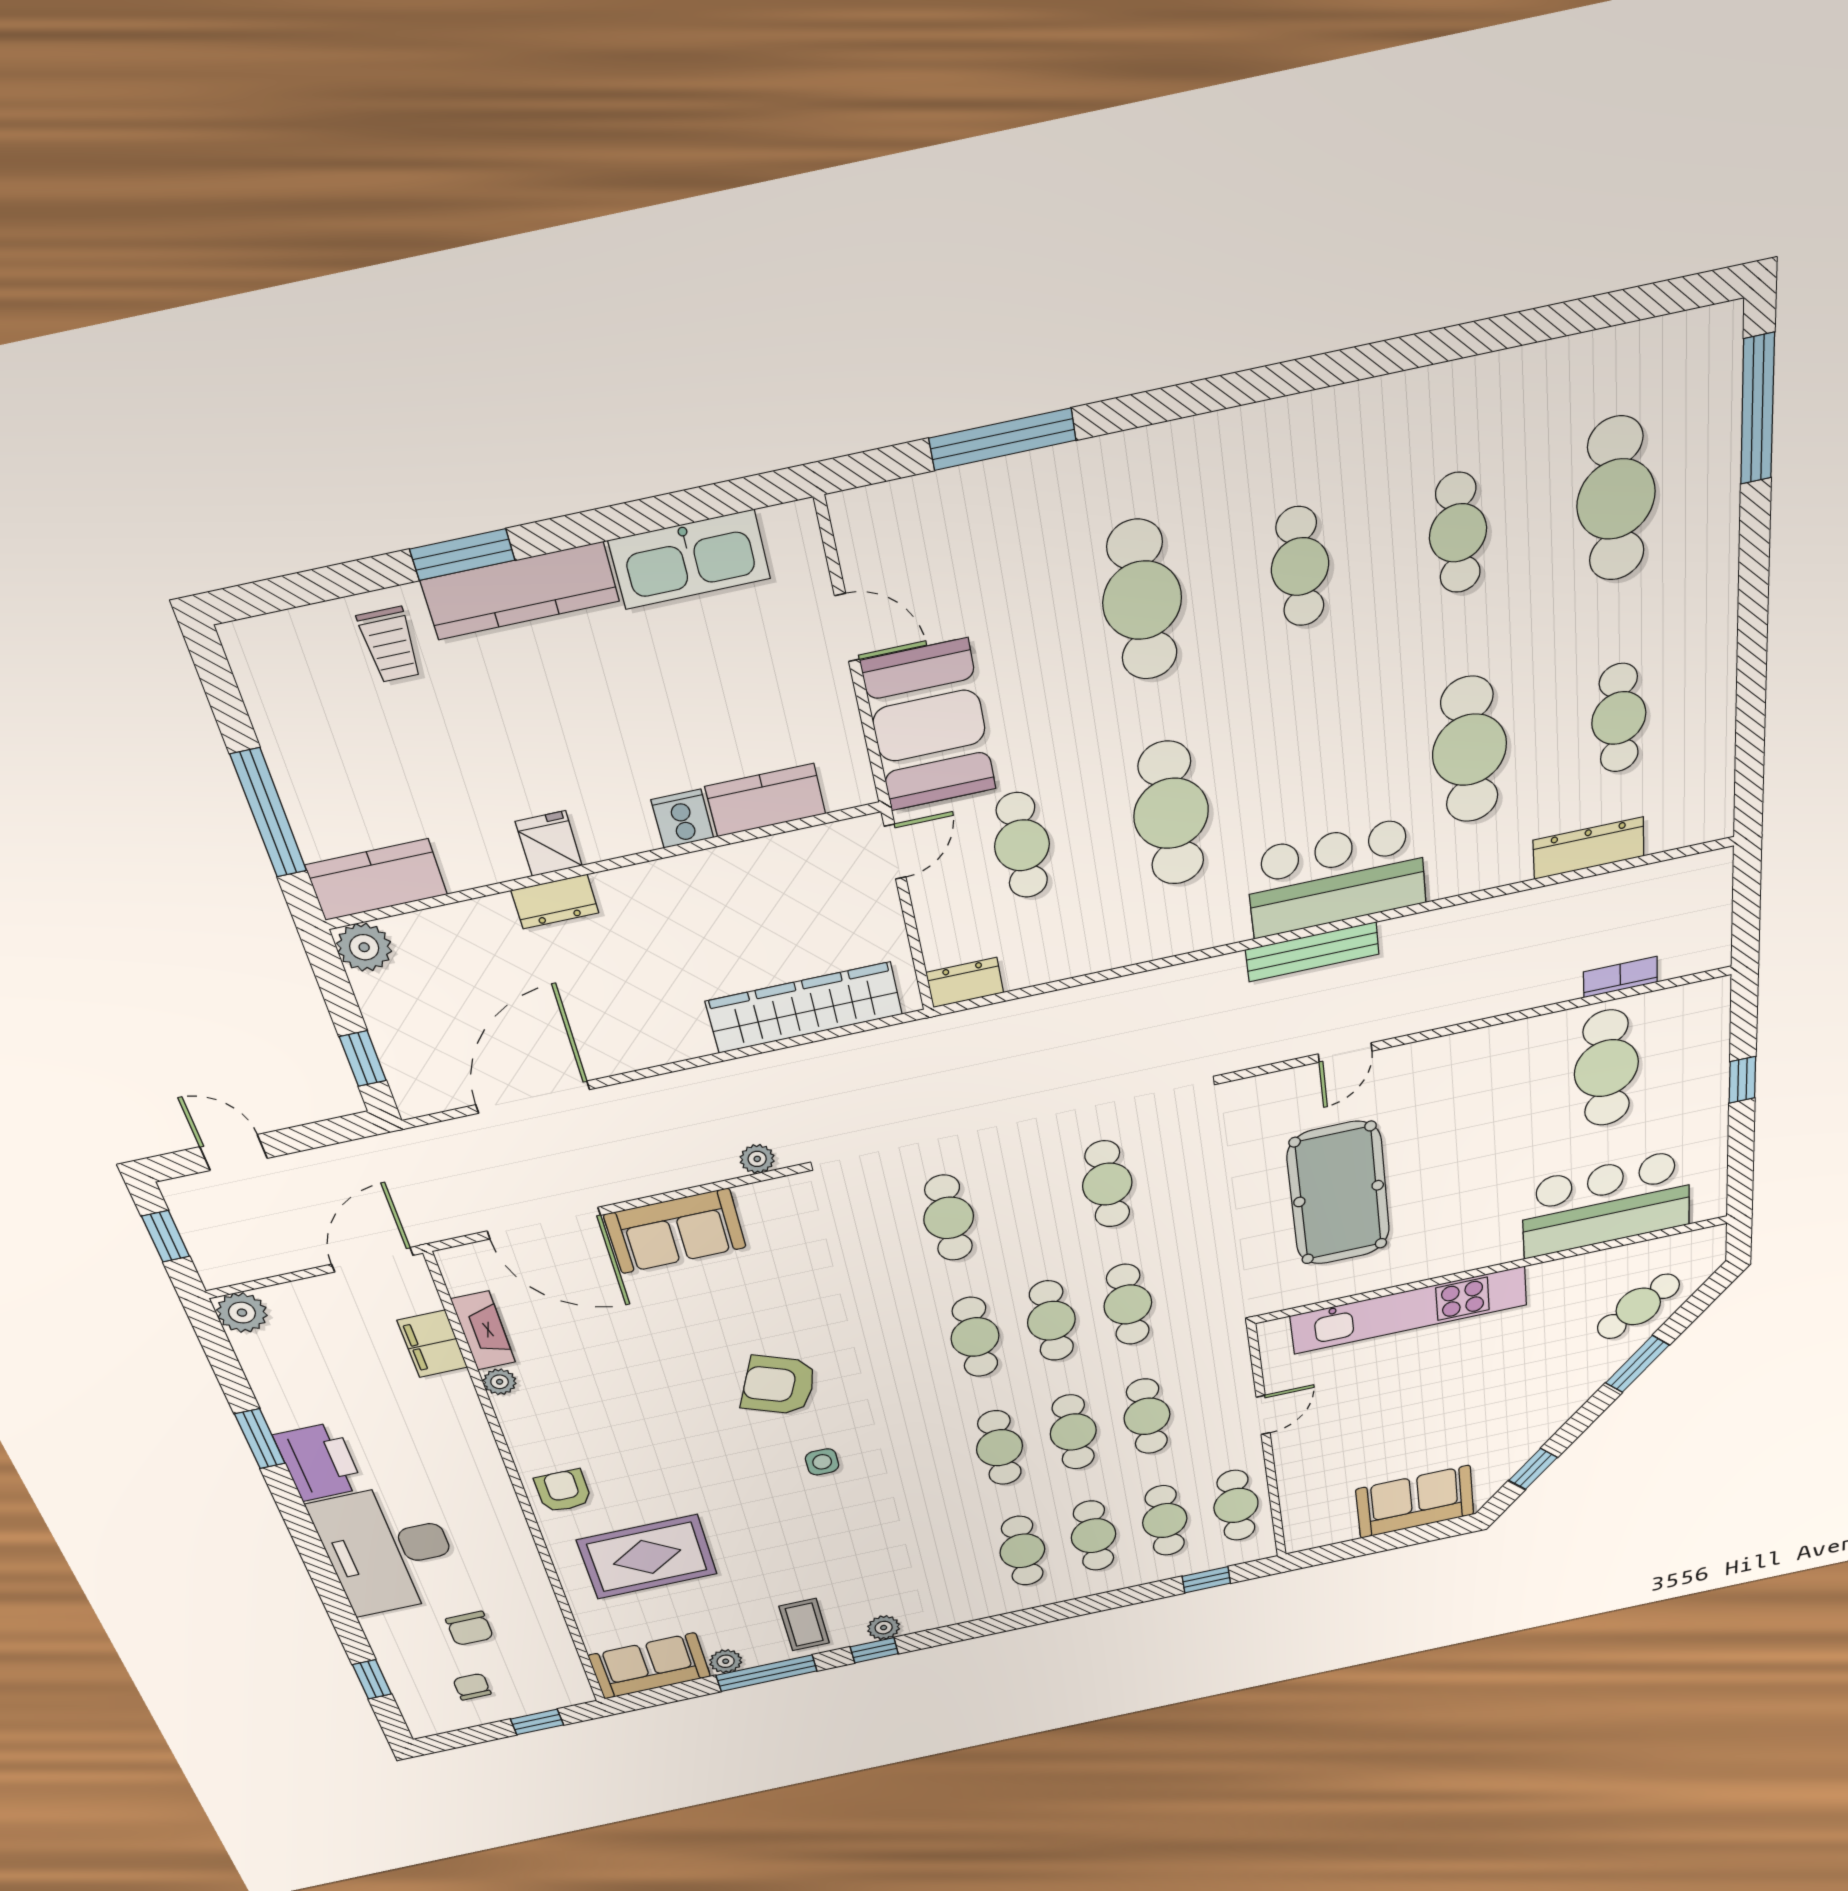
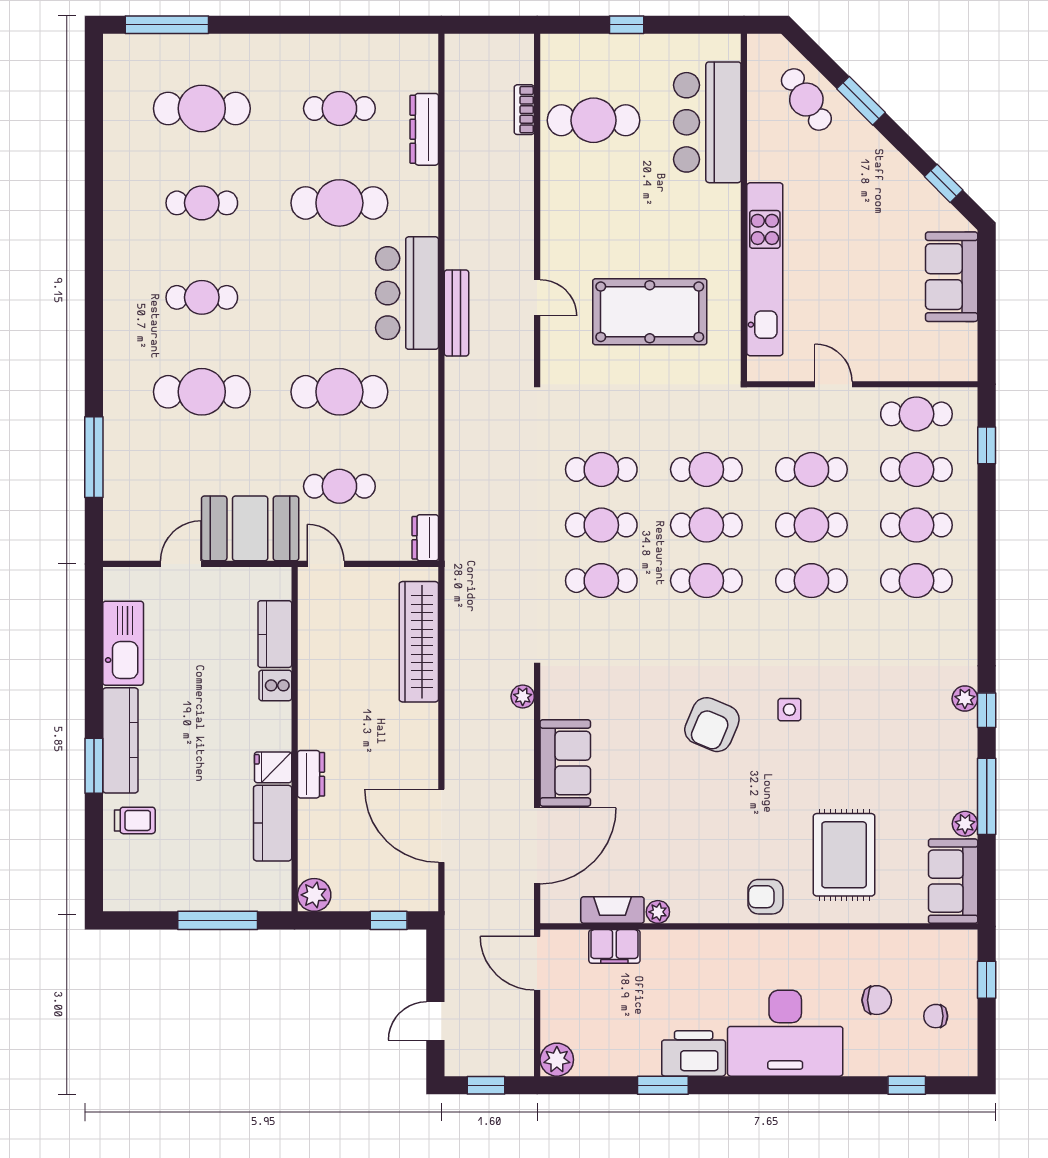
kitchen counter: (376, 880) -> (273, 823), moved
cafe table: (1028, 1201) -> (601, 525), added
coffee table: (804, 1625) -> (944, 757), removed

